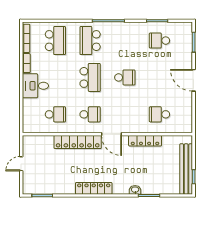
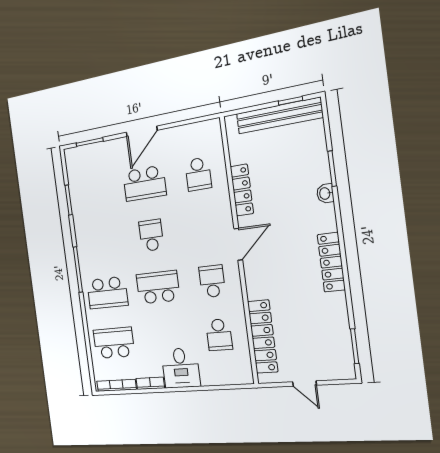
school desk: (159, 41) -> (144, 183), moved, width x1.85
school desk: (55, 114) -> (219, 335), turned 180
locker: (78, 142) -> (263, 337), moved

